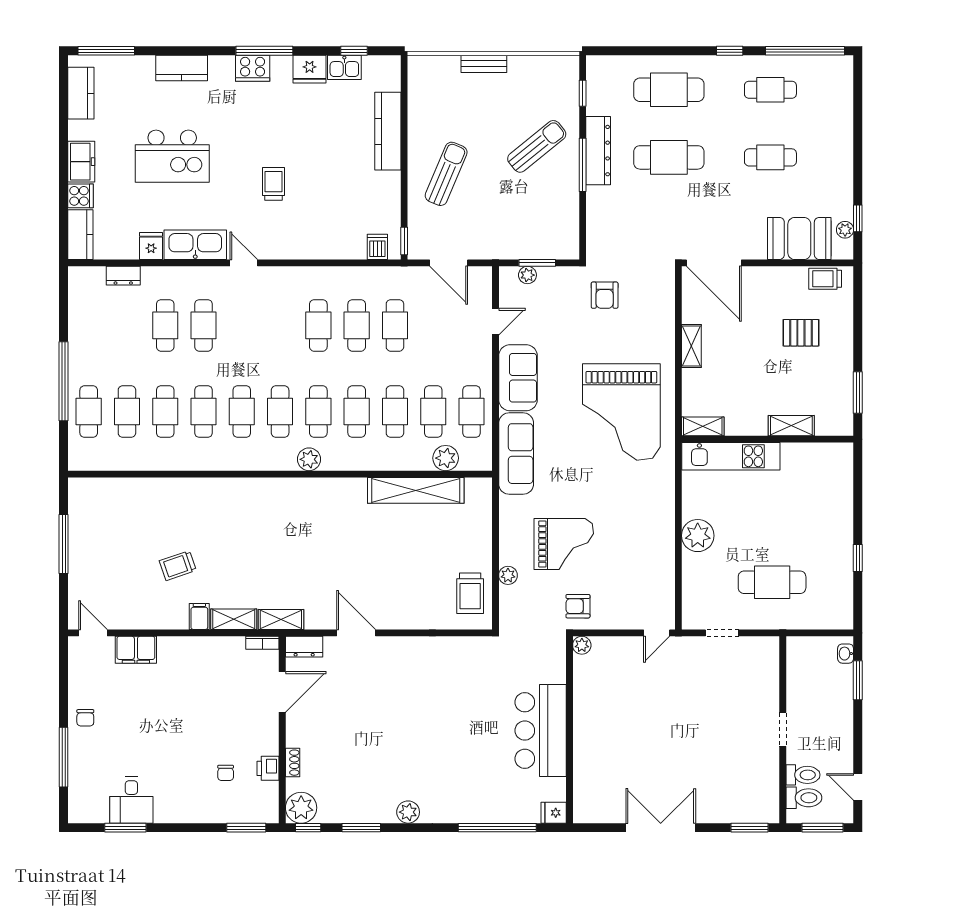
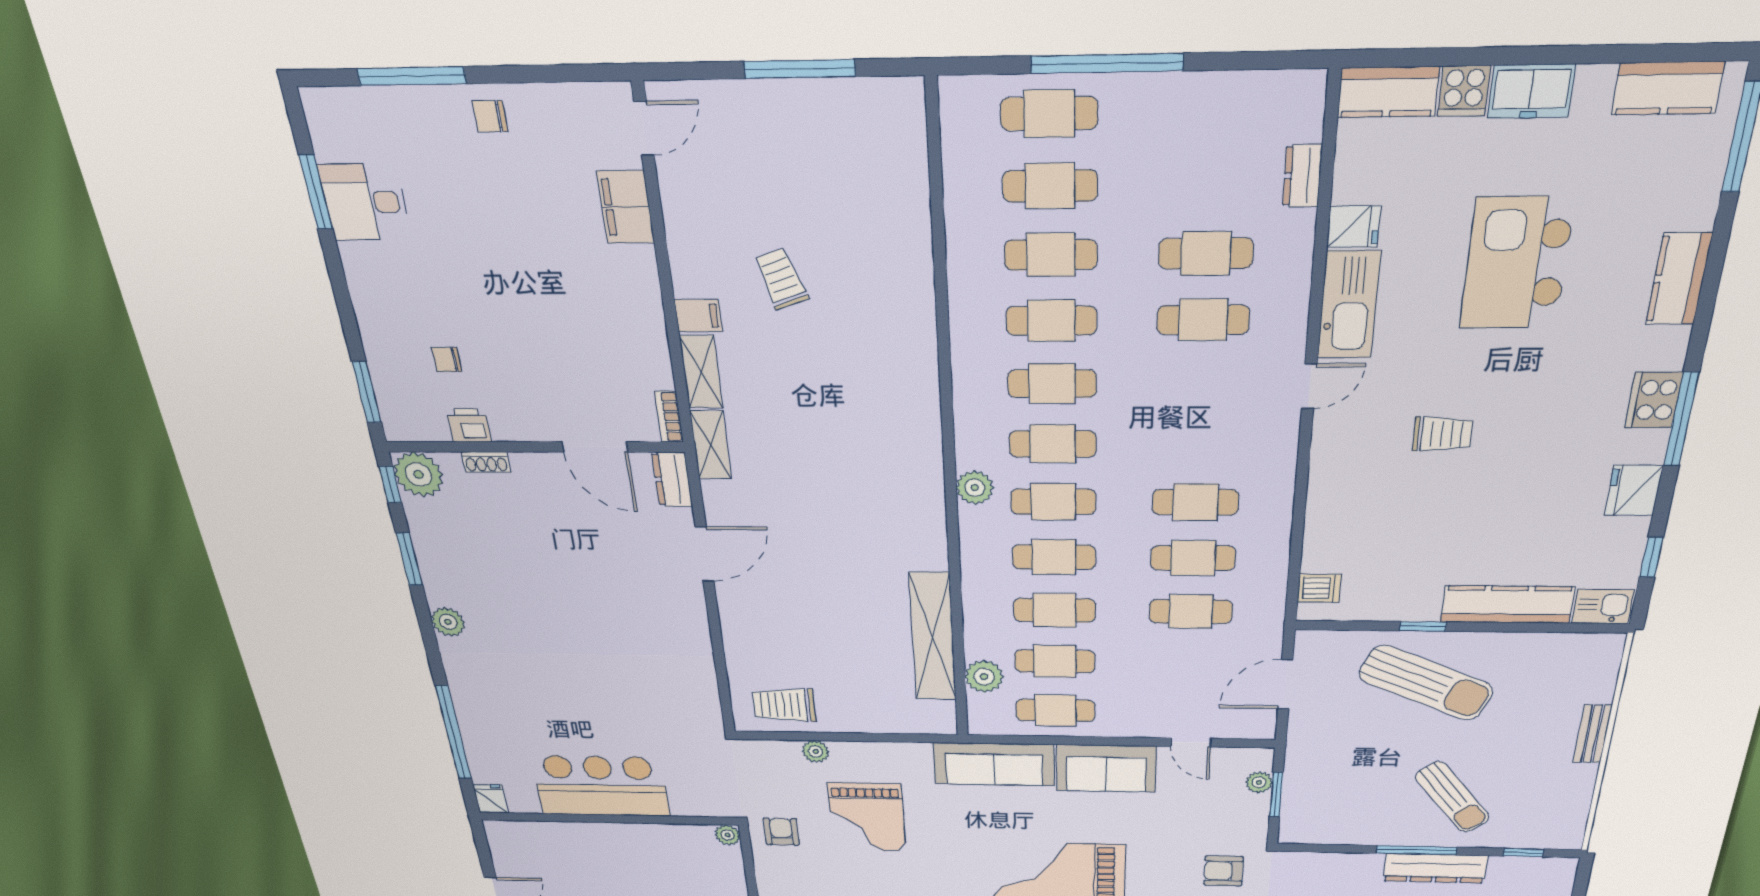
kitchen sink: (344, 67) -> (1603, 607), moved, turned 90
sun lounger: (446, 174) -> (1426, 683), width x1.36, depth x1.34
window: (404, 241) -> (1423, 626), moved

